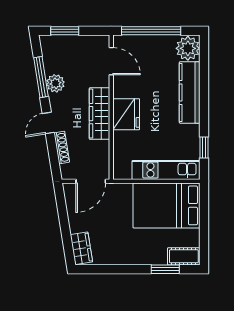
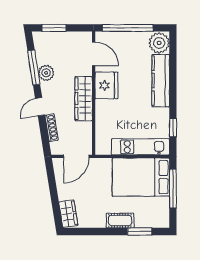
fridge: (126, 114) -> (106, 85), moved
window: (204, 219) -> (173, 189), added
cot: (184, 256) -> (120, 221), moved

